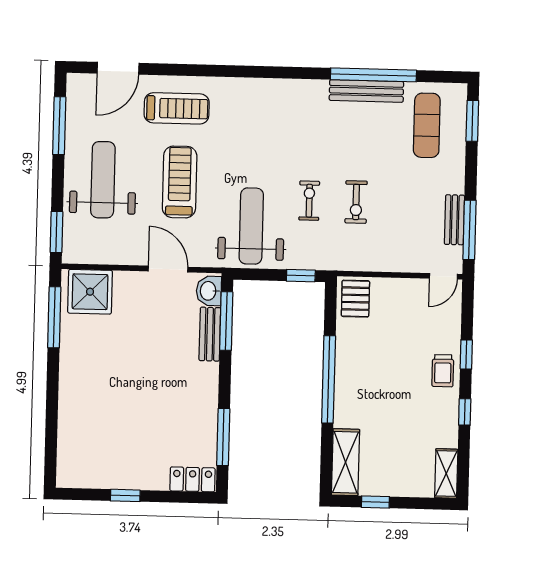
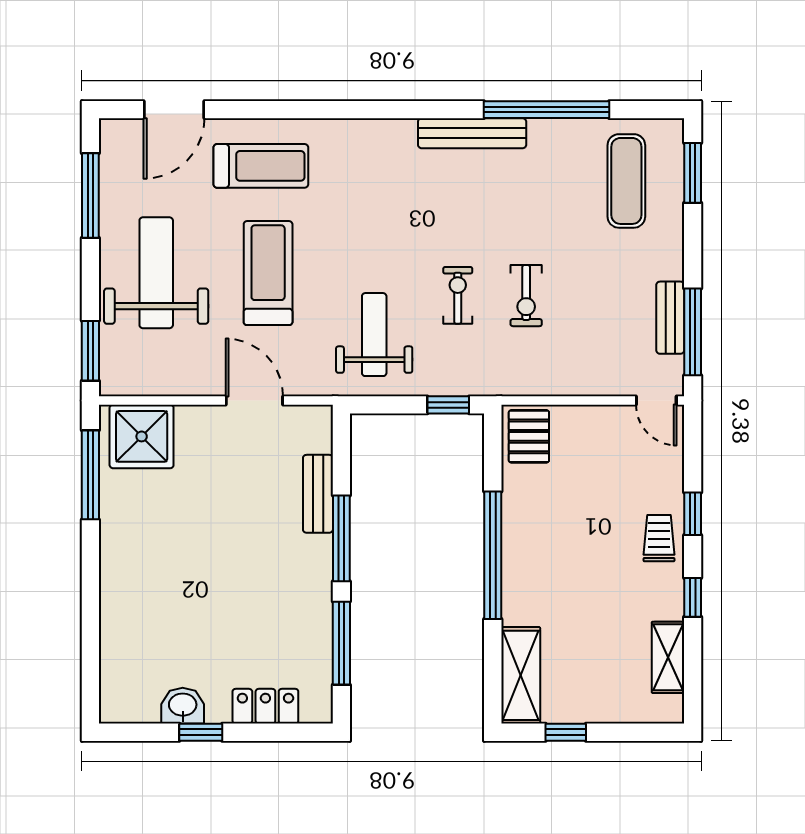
bench: (366, 91) -> (472, 133), moved
weight bench: (251, 226) -> (374, 335), width x0.73, depth x0.75
door: (443, 276) -> (656, 400), hinge flipped
washbasin: (209, 291) -> (183, 706), moved, turned 90
window: (226, 321) -> (341, 538), moved
trolley: (443, 371) -> (659, 538), turned 180
shelving: (446, 473) -> (668, 657), moved
locker: (193, 479) -> (265, 706), moved

